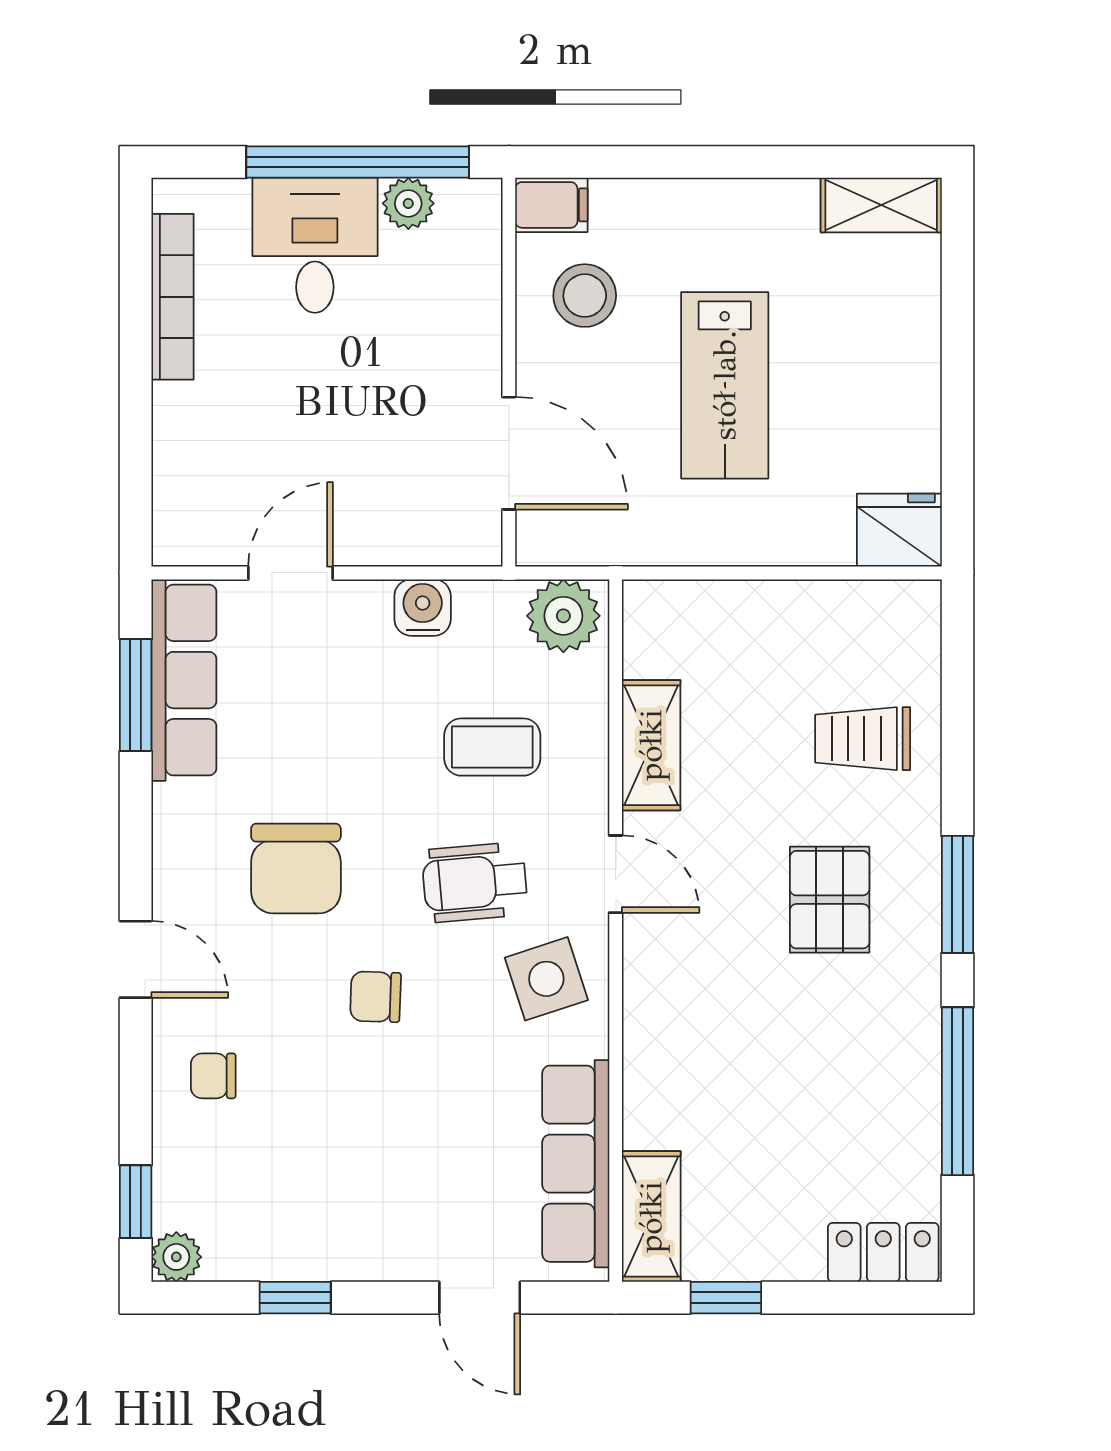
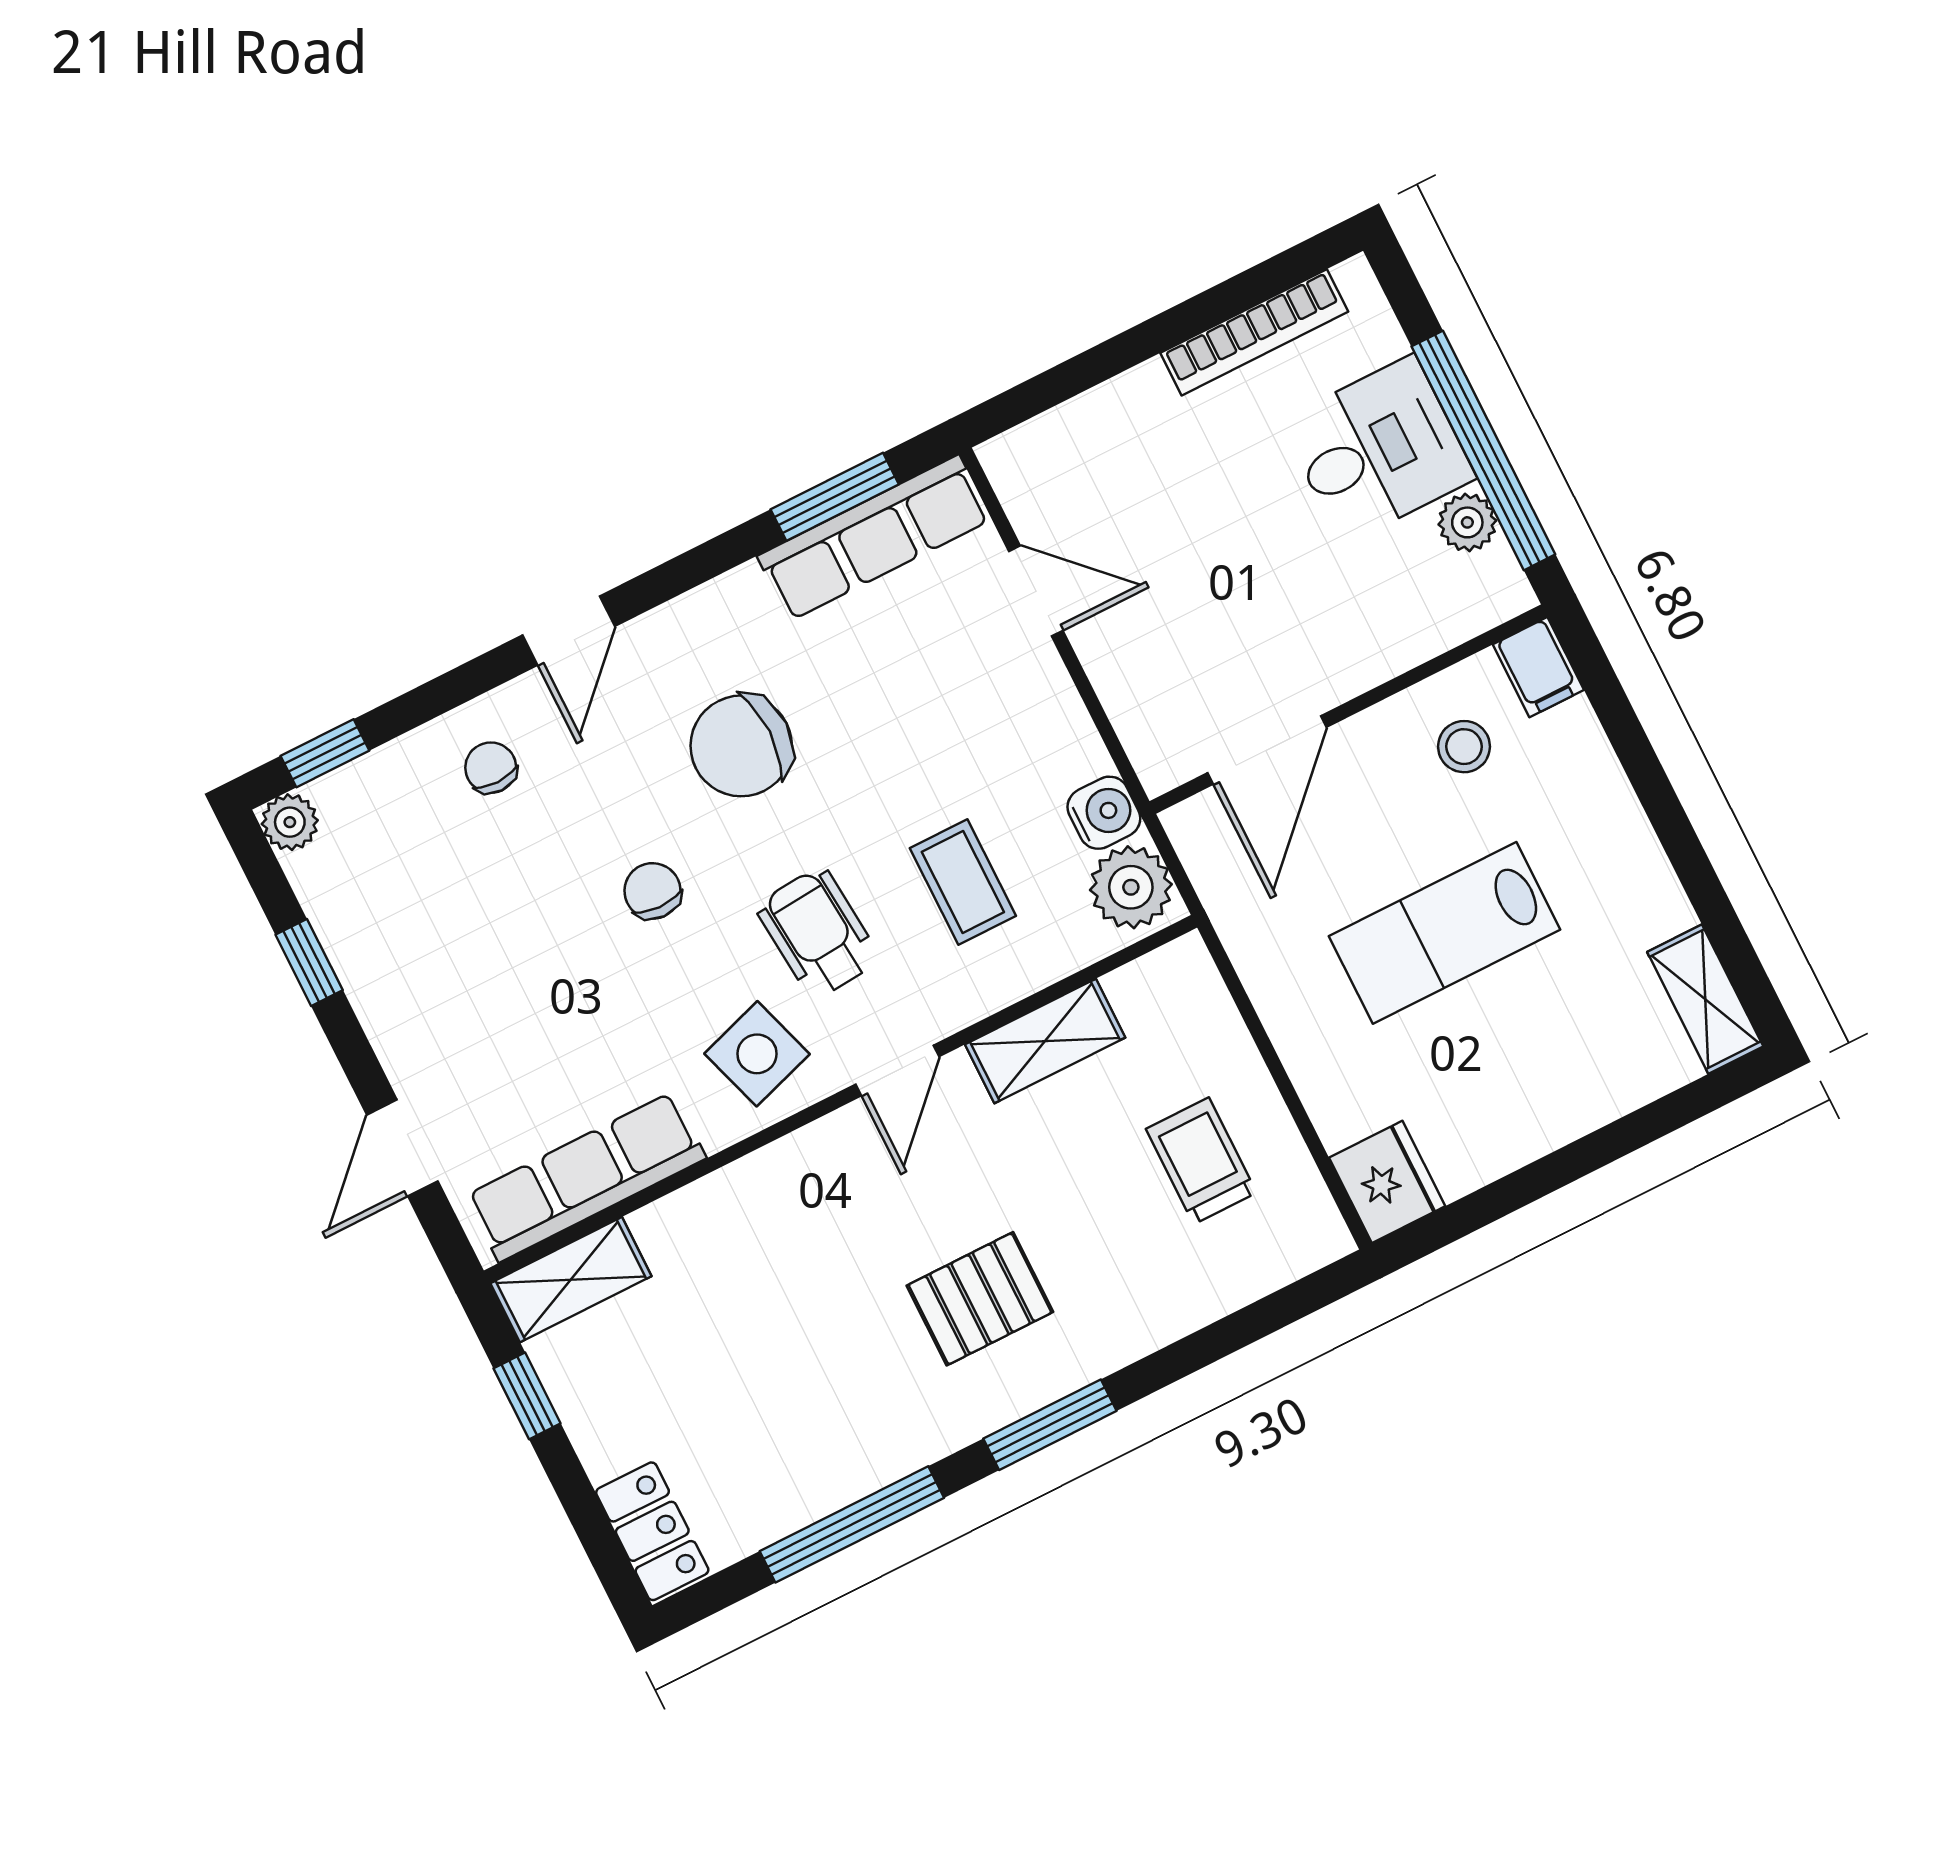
stool: (585, 296) -> (1464, 747), width x0.73, depth x0.73
water cooler: (423, 608) -> (1104, 813), moved
trolley: (863, 739) -> (1201, 1161), moved

